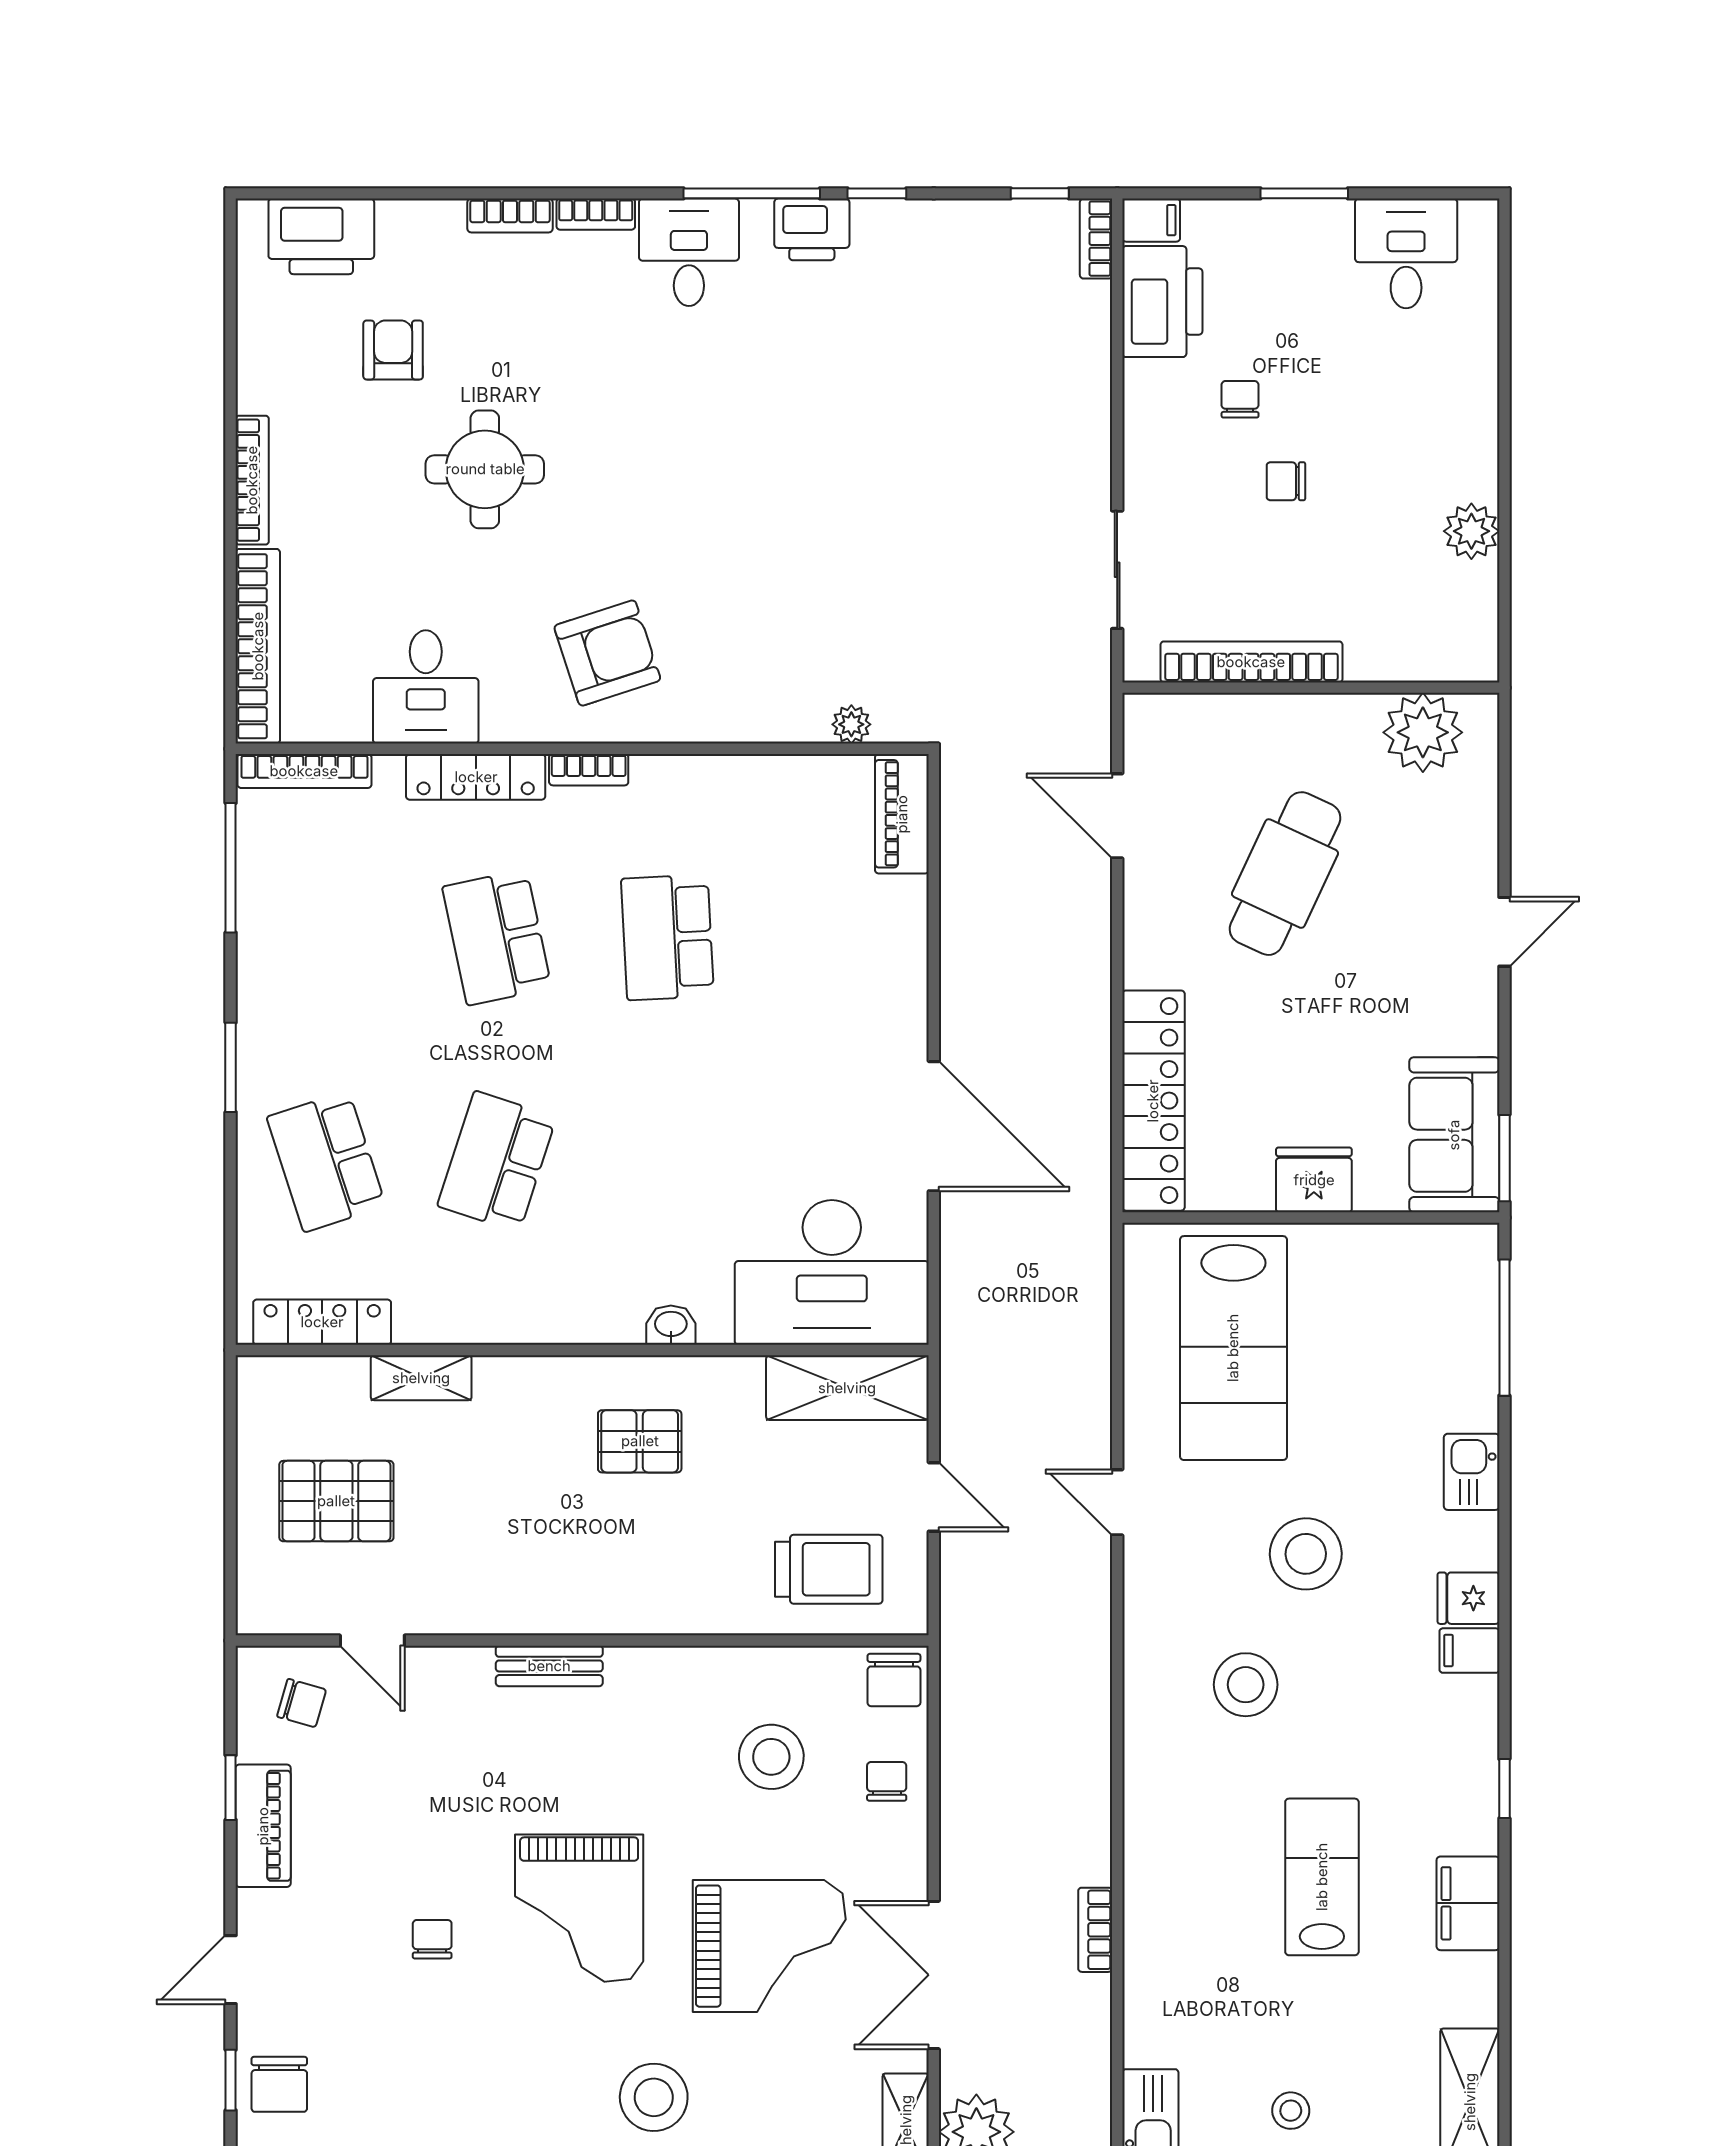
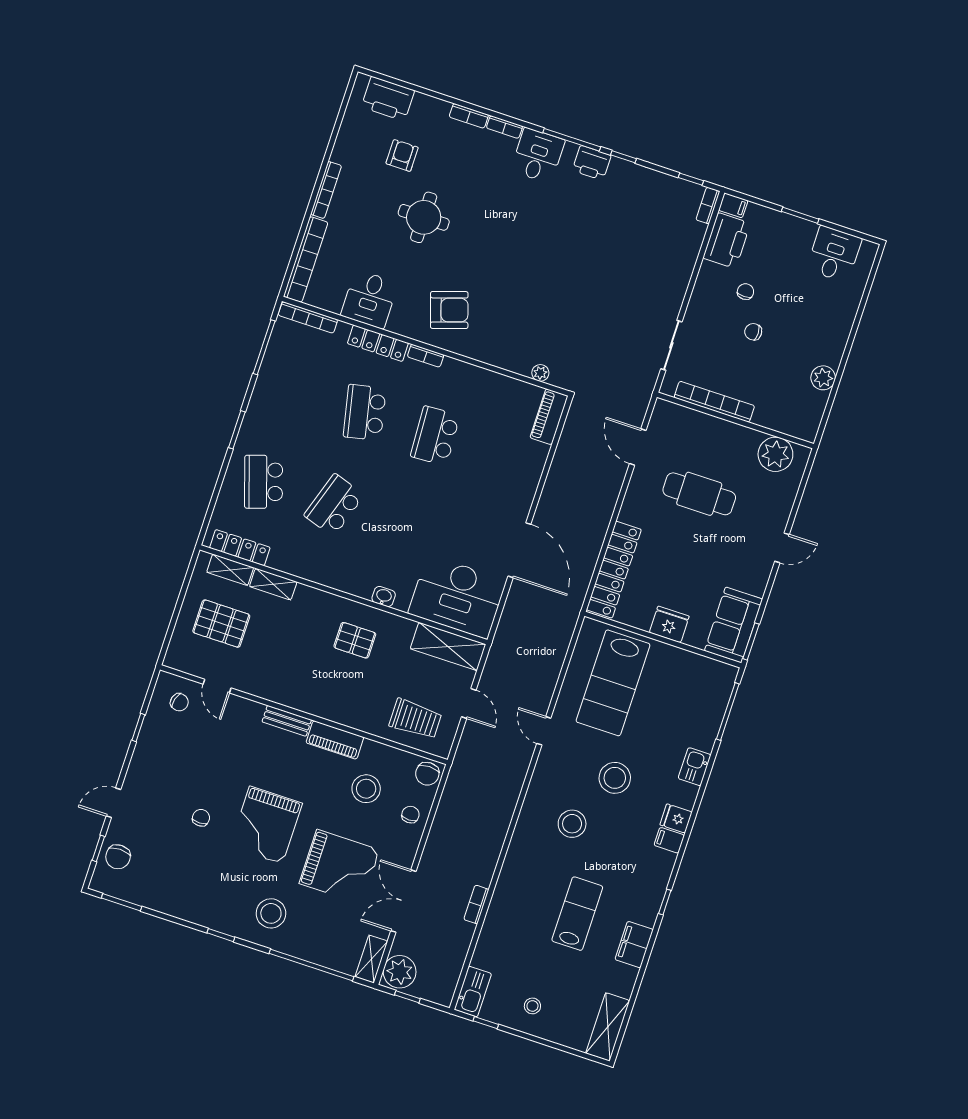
cafe table: (1285, 874) -> (699, 494), turned 65
shelving: (317, 1378) -> (230, 570), added
piano: (263, 1826) -> (335, 740), moved, turned 90

